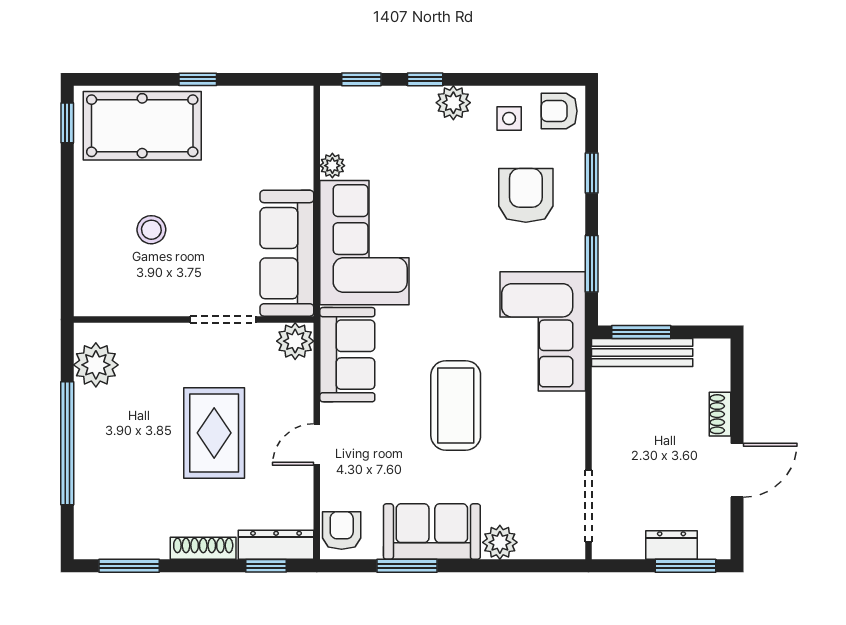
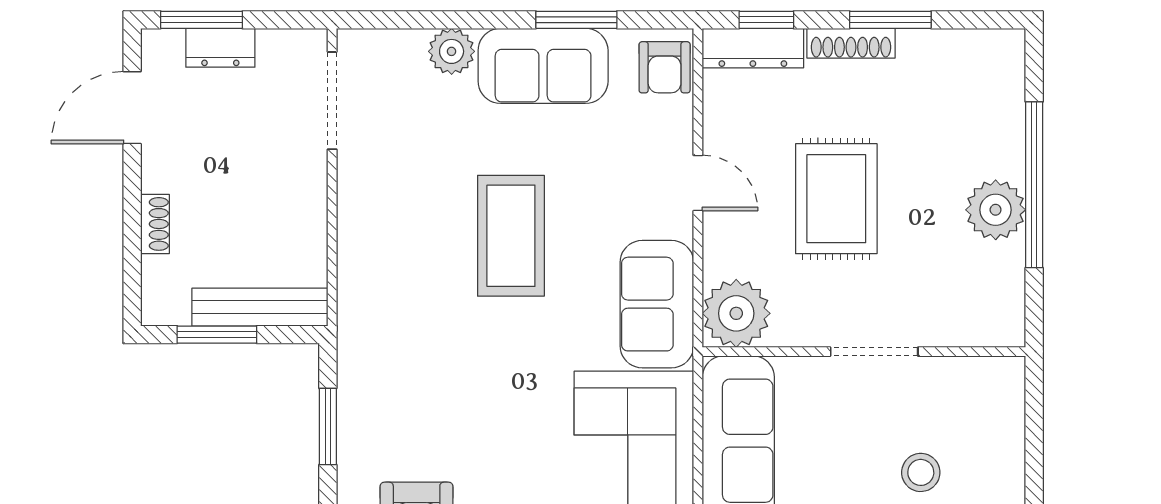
doorway: (223, 319) -> (874, 352), moved
corner sofa: (543, 331) -> (394, 335), removed
window: (641, 332) -> (217, 335), moved
plant: (295, 341) -> (736, 313), width x1.36, depth x1.36
plant: (96, 365) -> (996, 210), moved
door: (317, 445) -> (698, 183), hinge flipped
door: (737, 470) -> (132, 108), moved
window: (129, 566) -> (890, 20), moved

